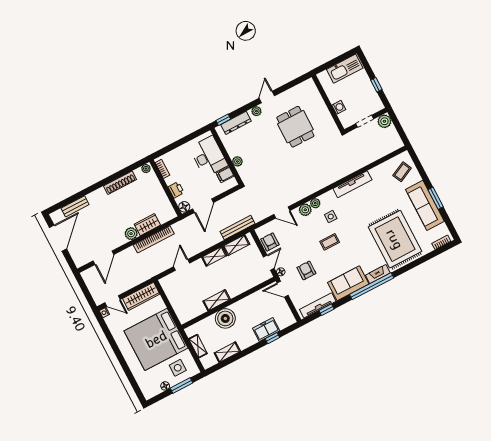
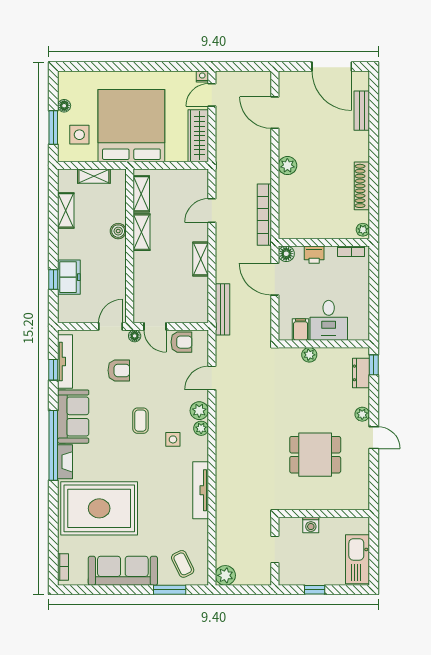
plant: (384, 121) -> (225, 575), moved
dresser: (236, 123) -> (361, 373), width x0.70
desk: (209, 156) -> (329, 320), width x0.73
window: (436, 198) -> (170, 590), moved
wardrobe: (147, 225) -> (288, 193), removed
bookcase: (154, 239) -> (264, 215), moved
shelving: (236, 245) -> (141, 194), moved
door: (182, 265) -> (212, 210), swing flipped
boiler: (225, 318) -> (118, 231), width x0.54, depth x0.54

